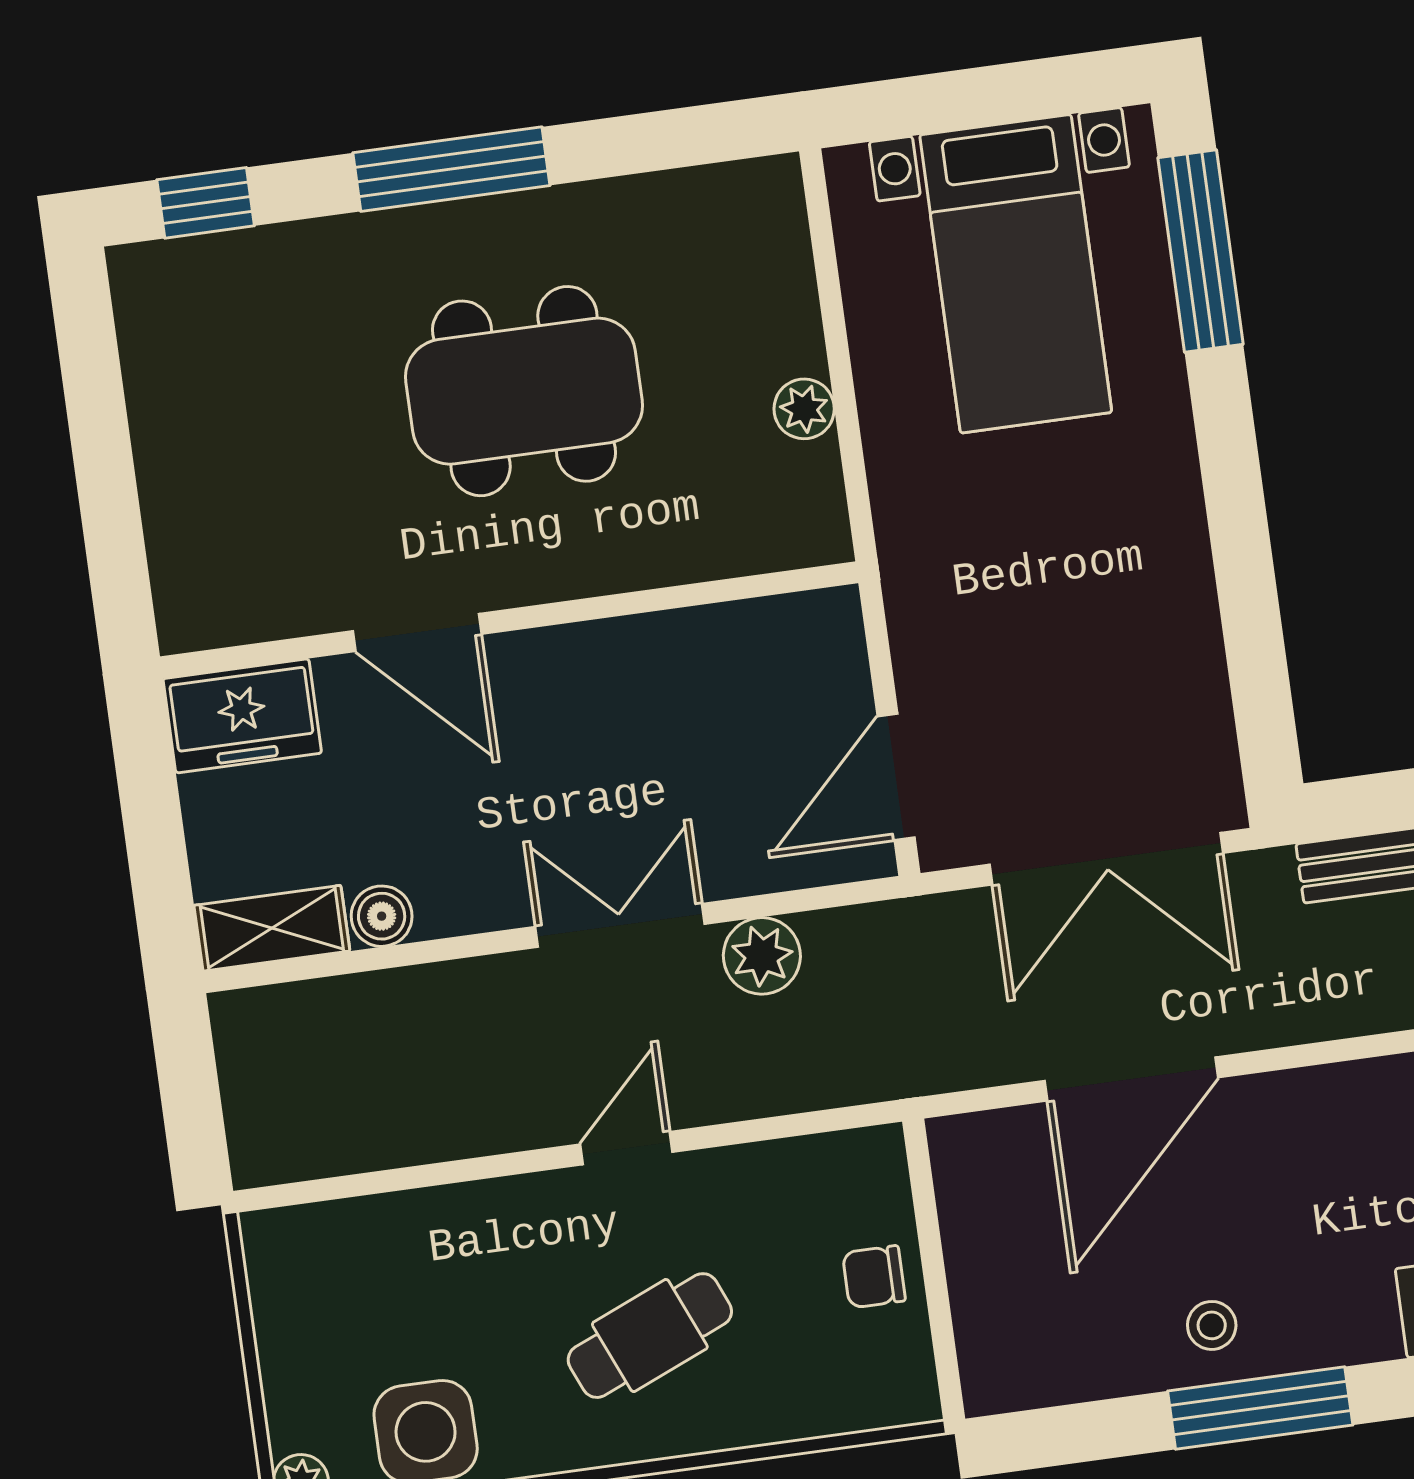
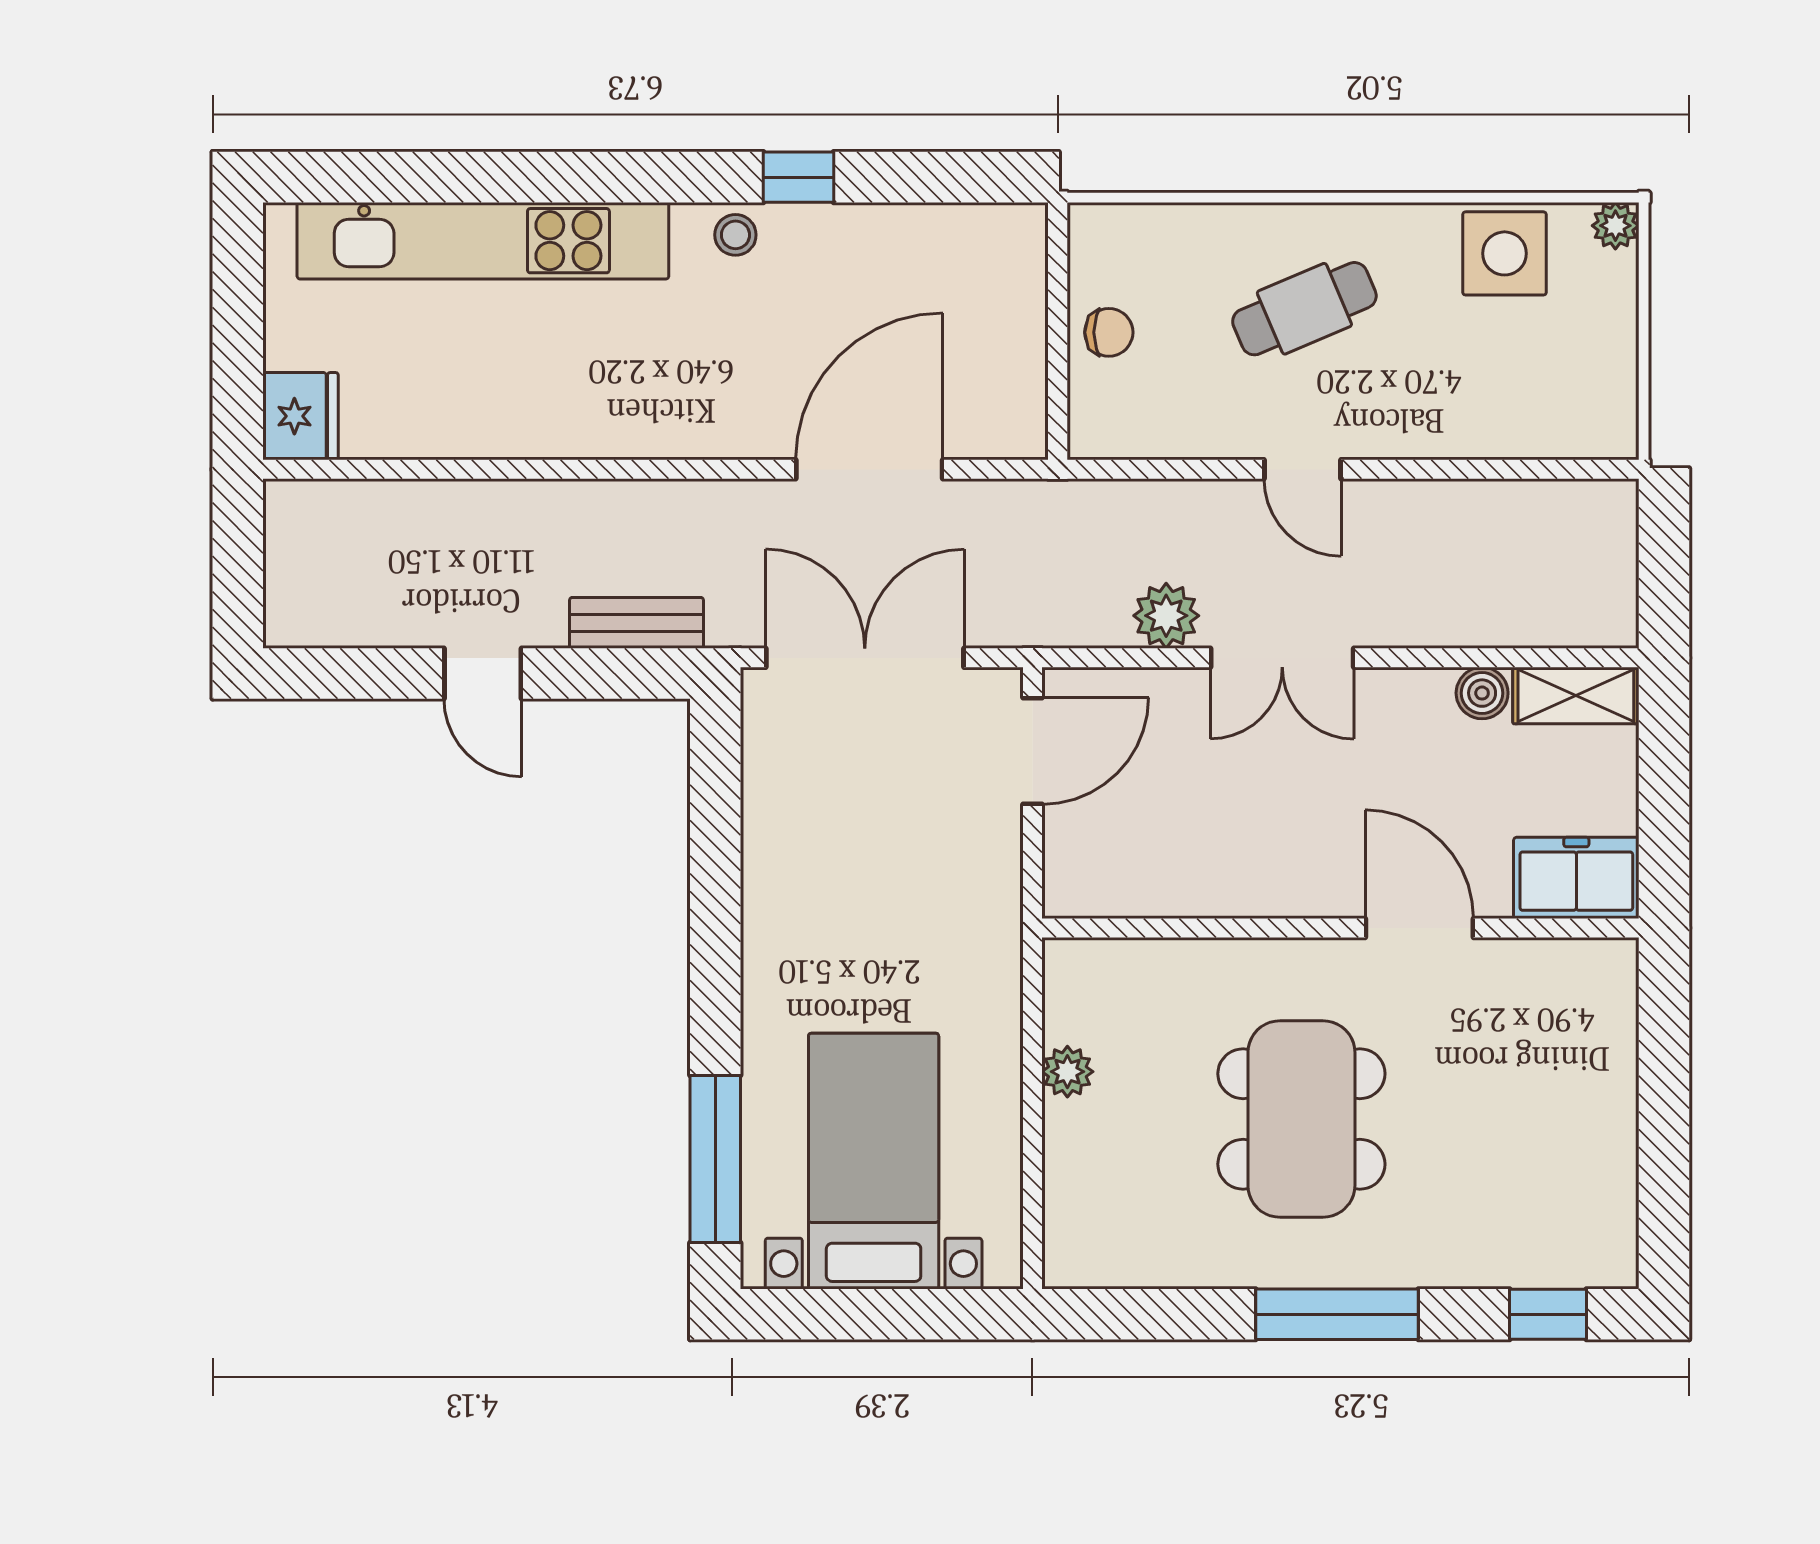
dining table: (524, 391) -> (1301, 1119), turned 90
door: (626, 1148) -> (1303, 469), hinge flipped
stool: (1212, 1325) -> (735, 235), moved
window: (1260, 1408) -> (799, 177), width x0.46

